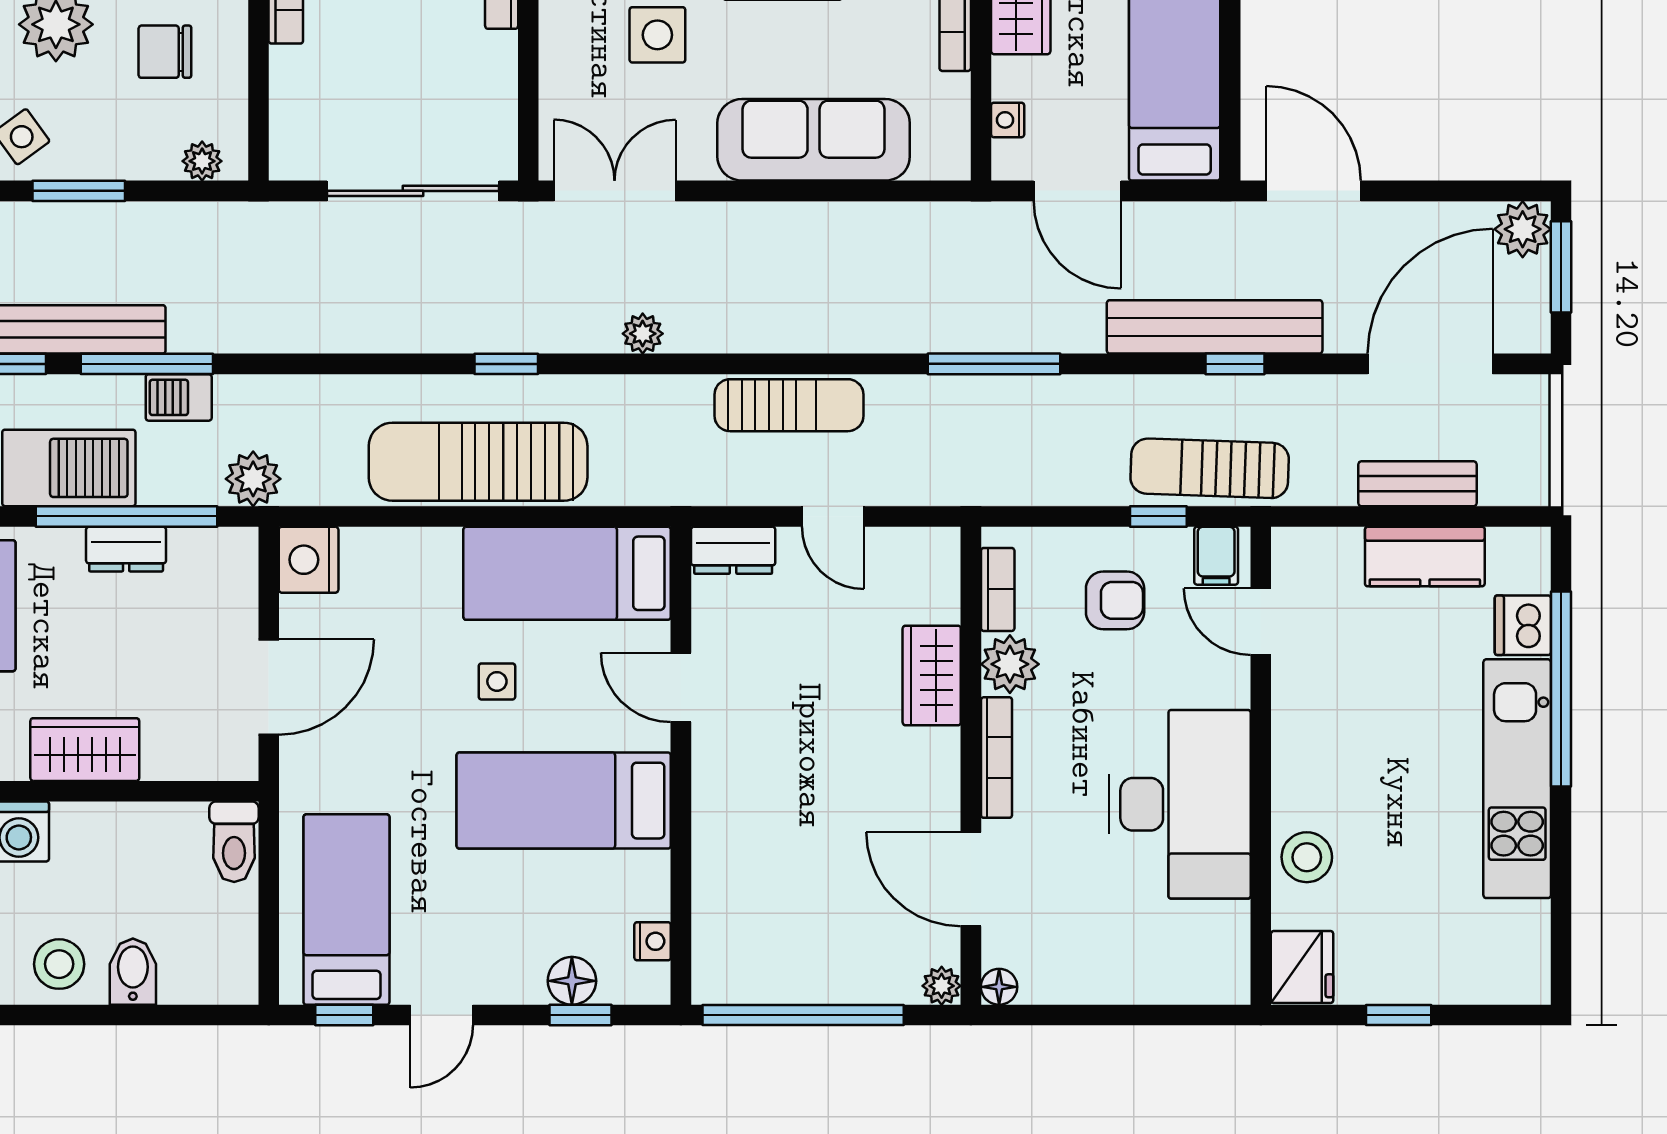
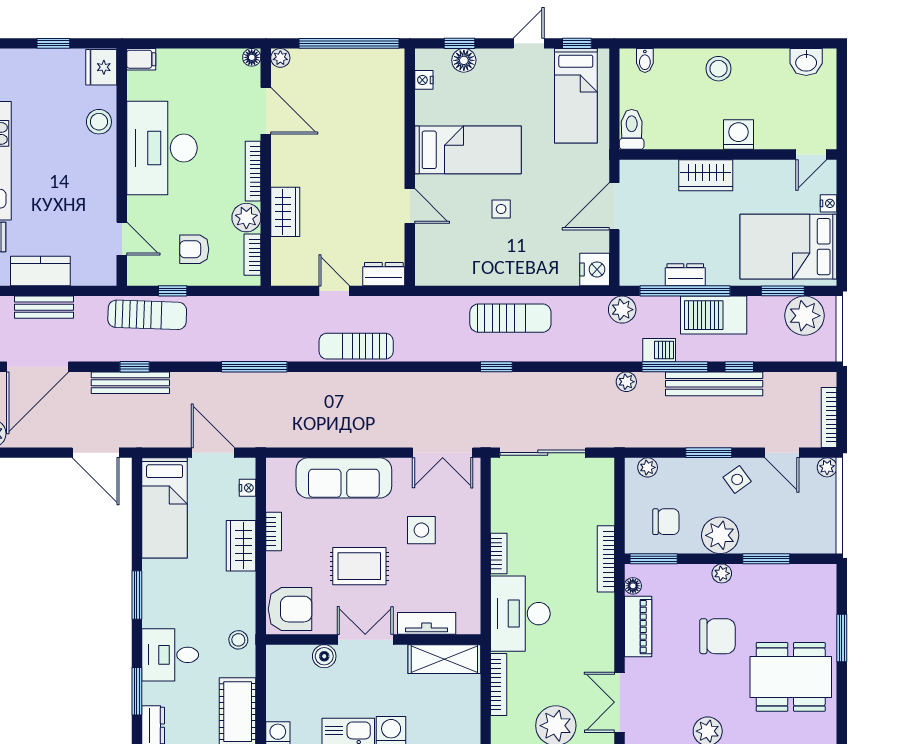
bench: (1215, 327) -> (130, 383), width x0.73, depth x0.82
plant: (643, 334) -> (626, 382), moved
sun lounger: (478, 462) -> (510, 318), width x0.73, depth x0.75
filing cabinet: (1216, 556) -> (141, 59), moved, turned 90
bed: (567, 573) -> (466, 263), removed
bidet: (133, 972) -> (645, 61), moved, width x0.72, depth x0.74

